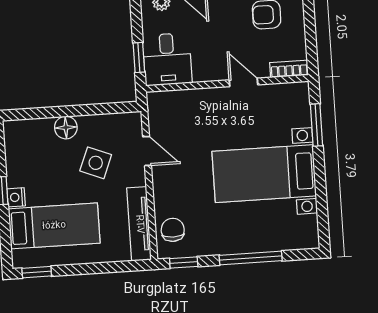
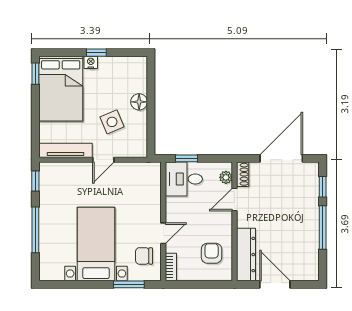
door: (147, 151) -> (103, 160), moved
side table: (96, 163) -> (112, 122), turned 45
bed: (54, 226) -> (61, 89), width x1.50
chair: (173, 230) -> (144, 256), moved, turned 180

